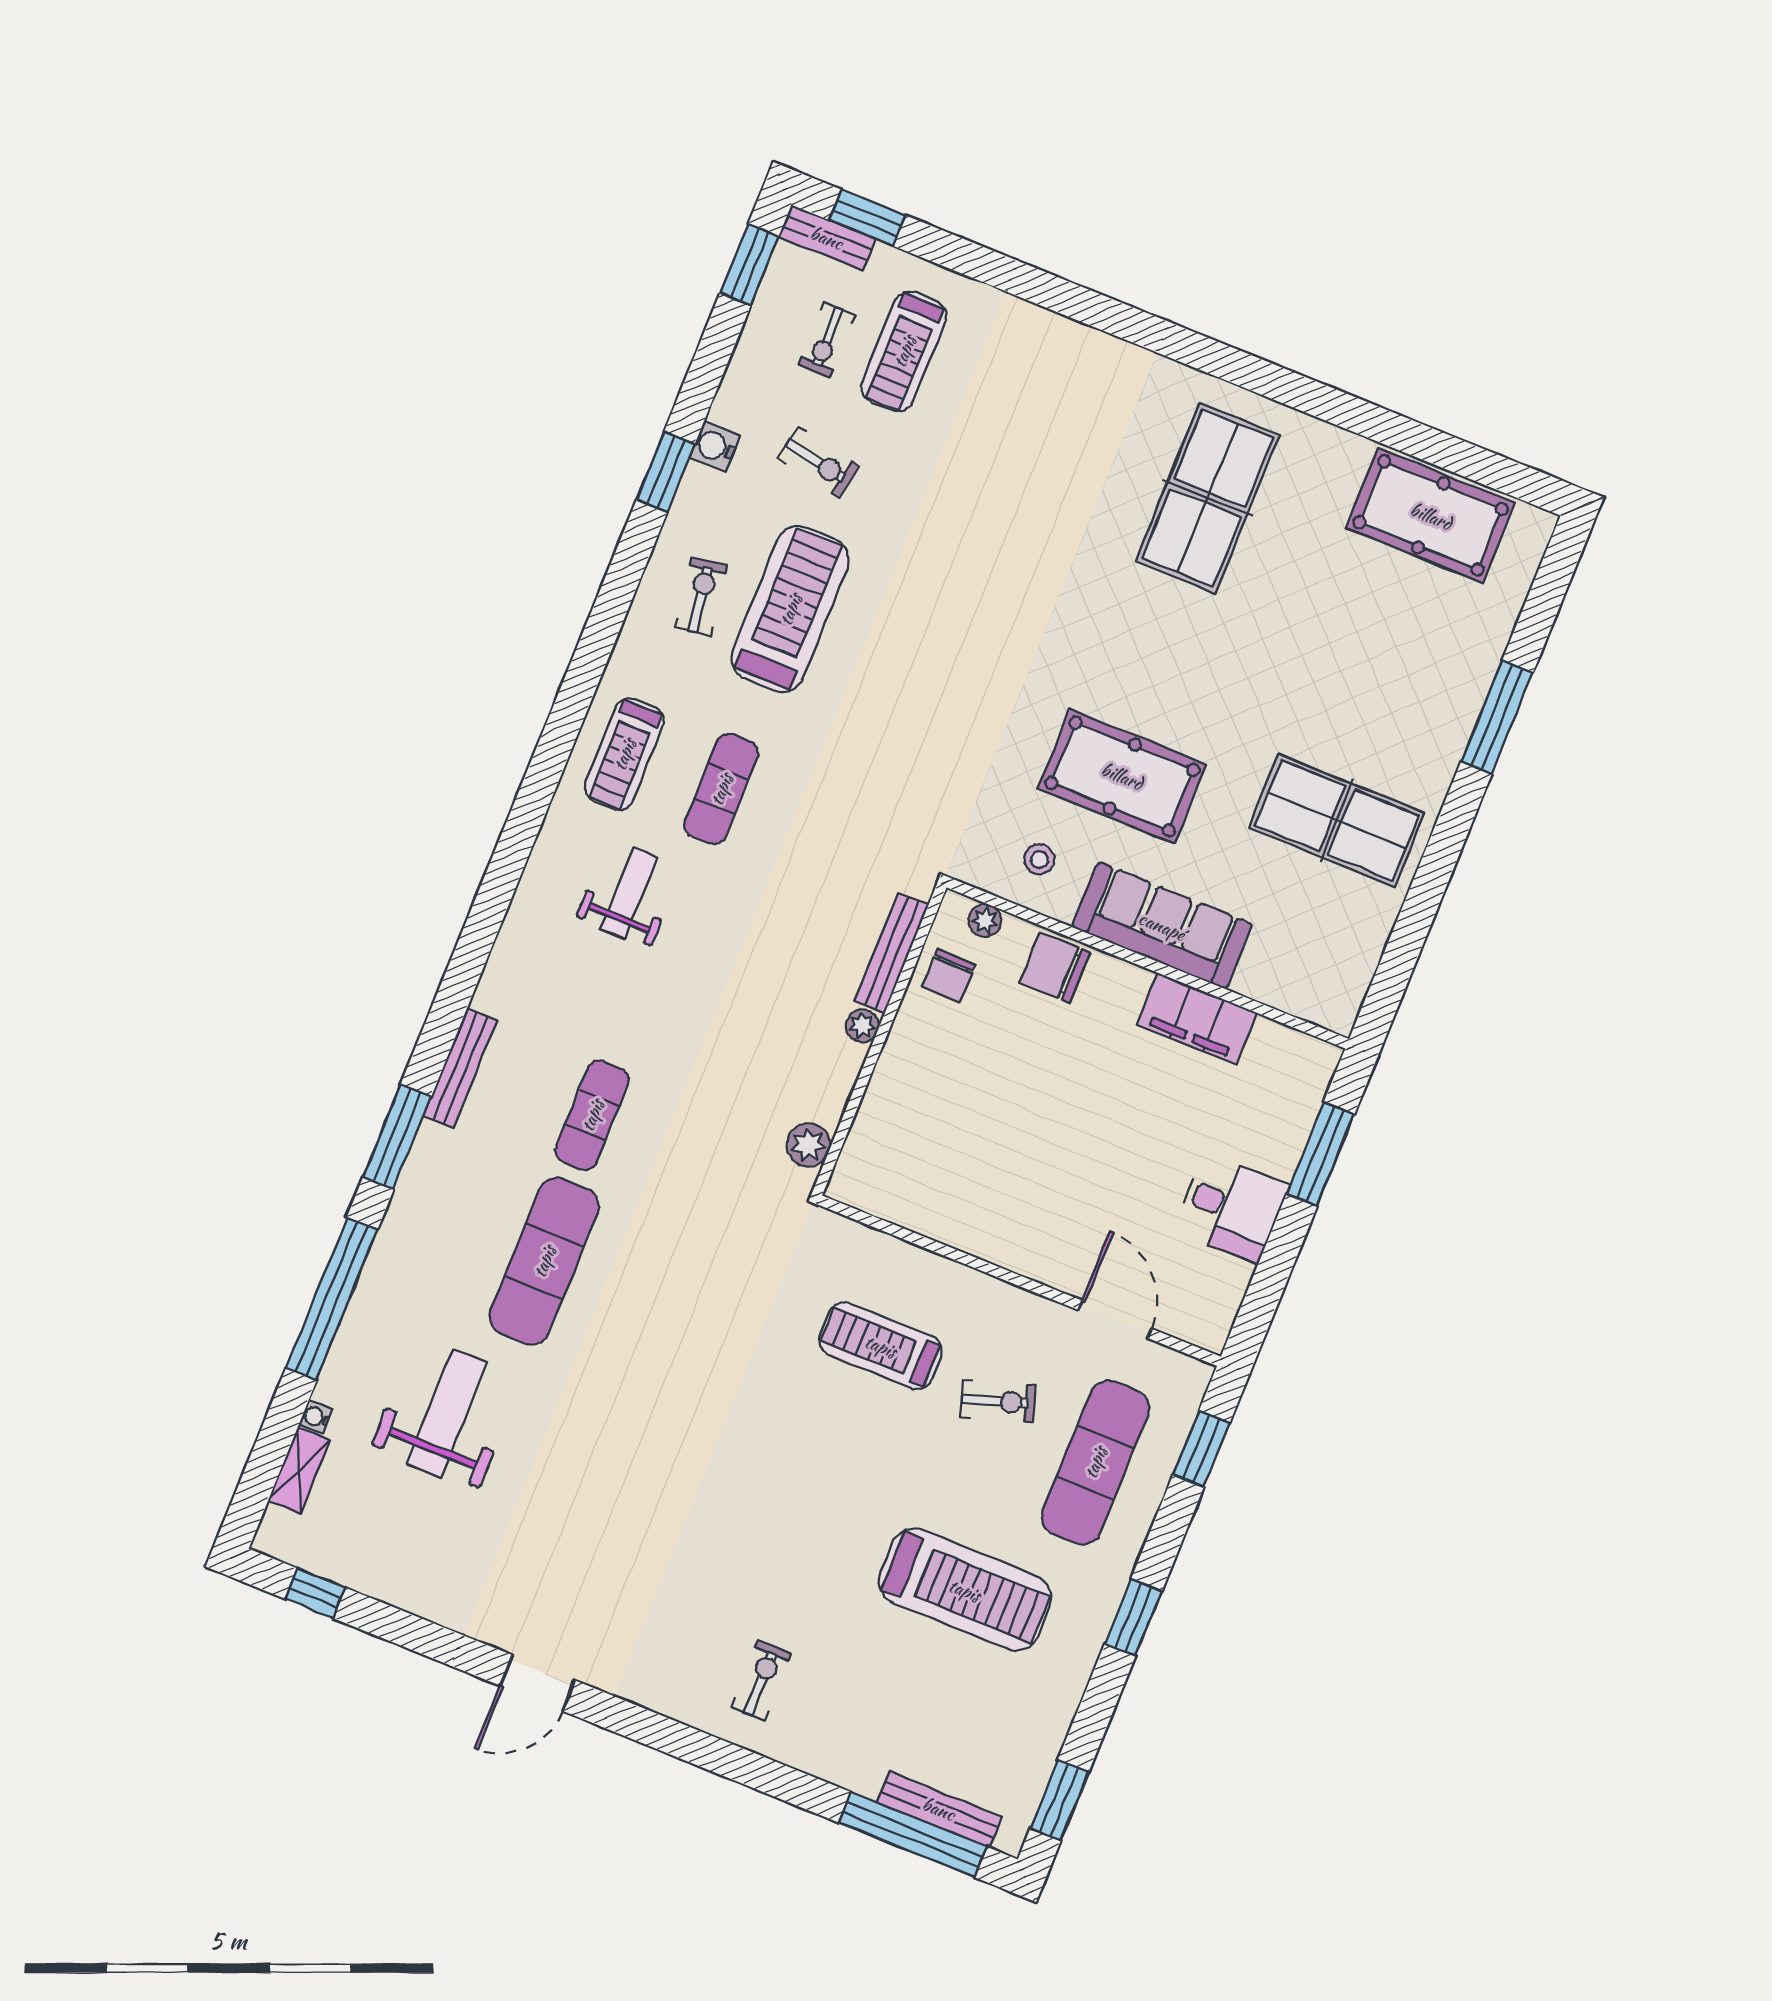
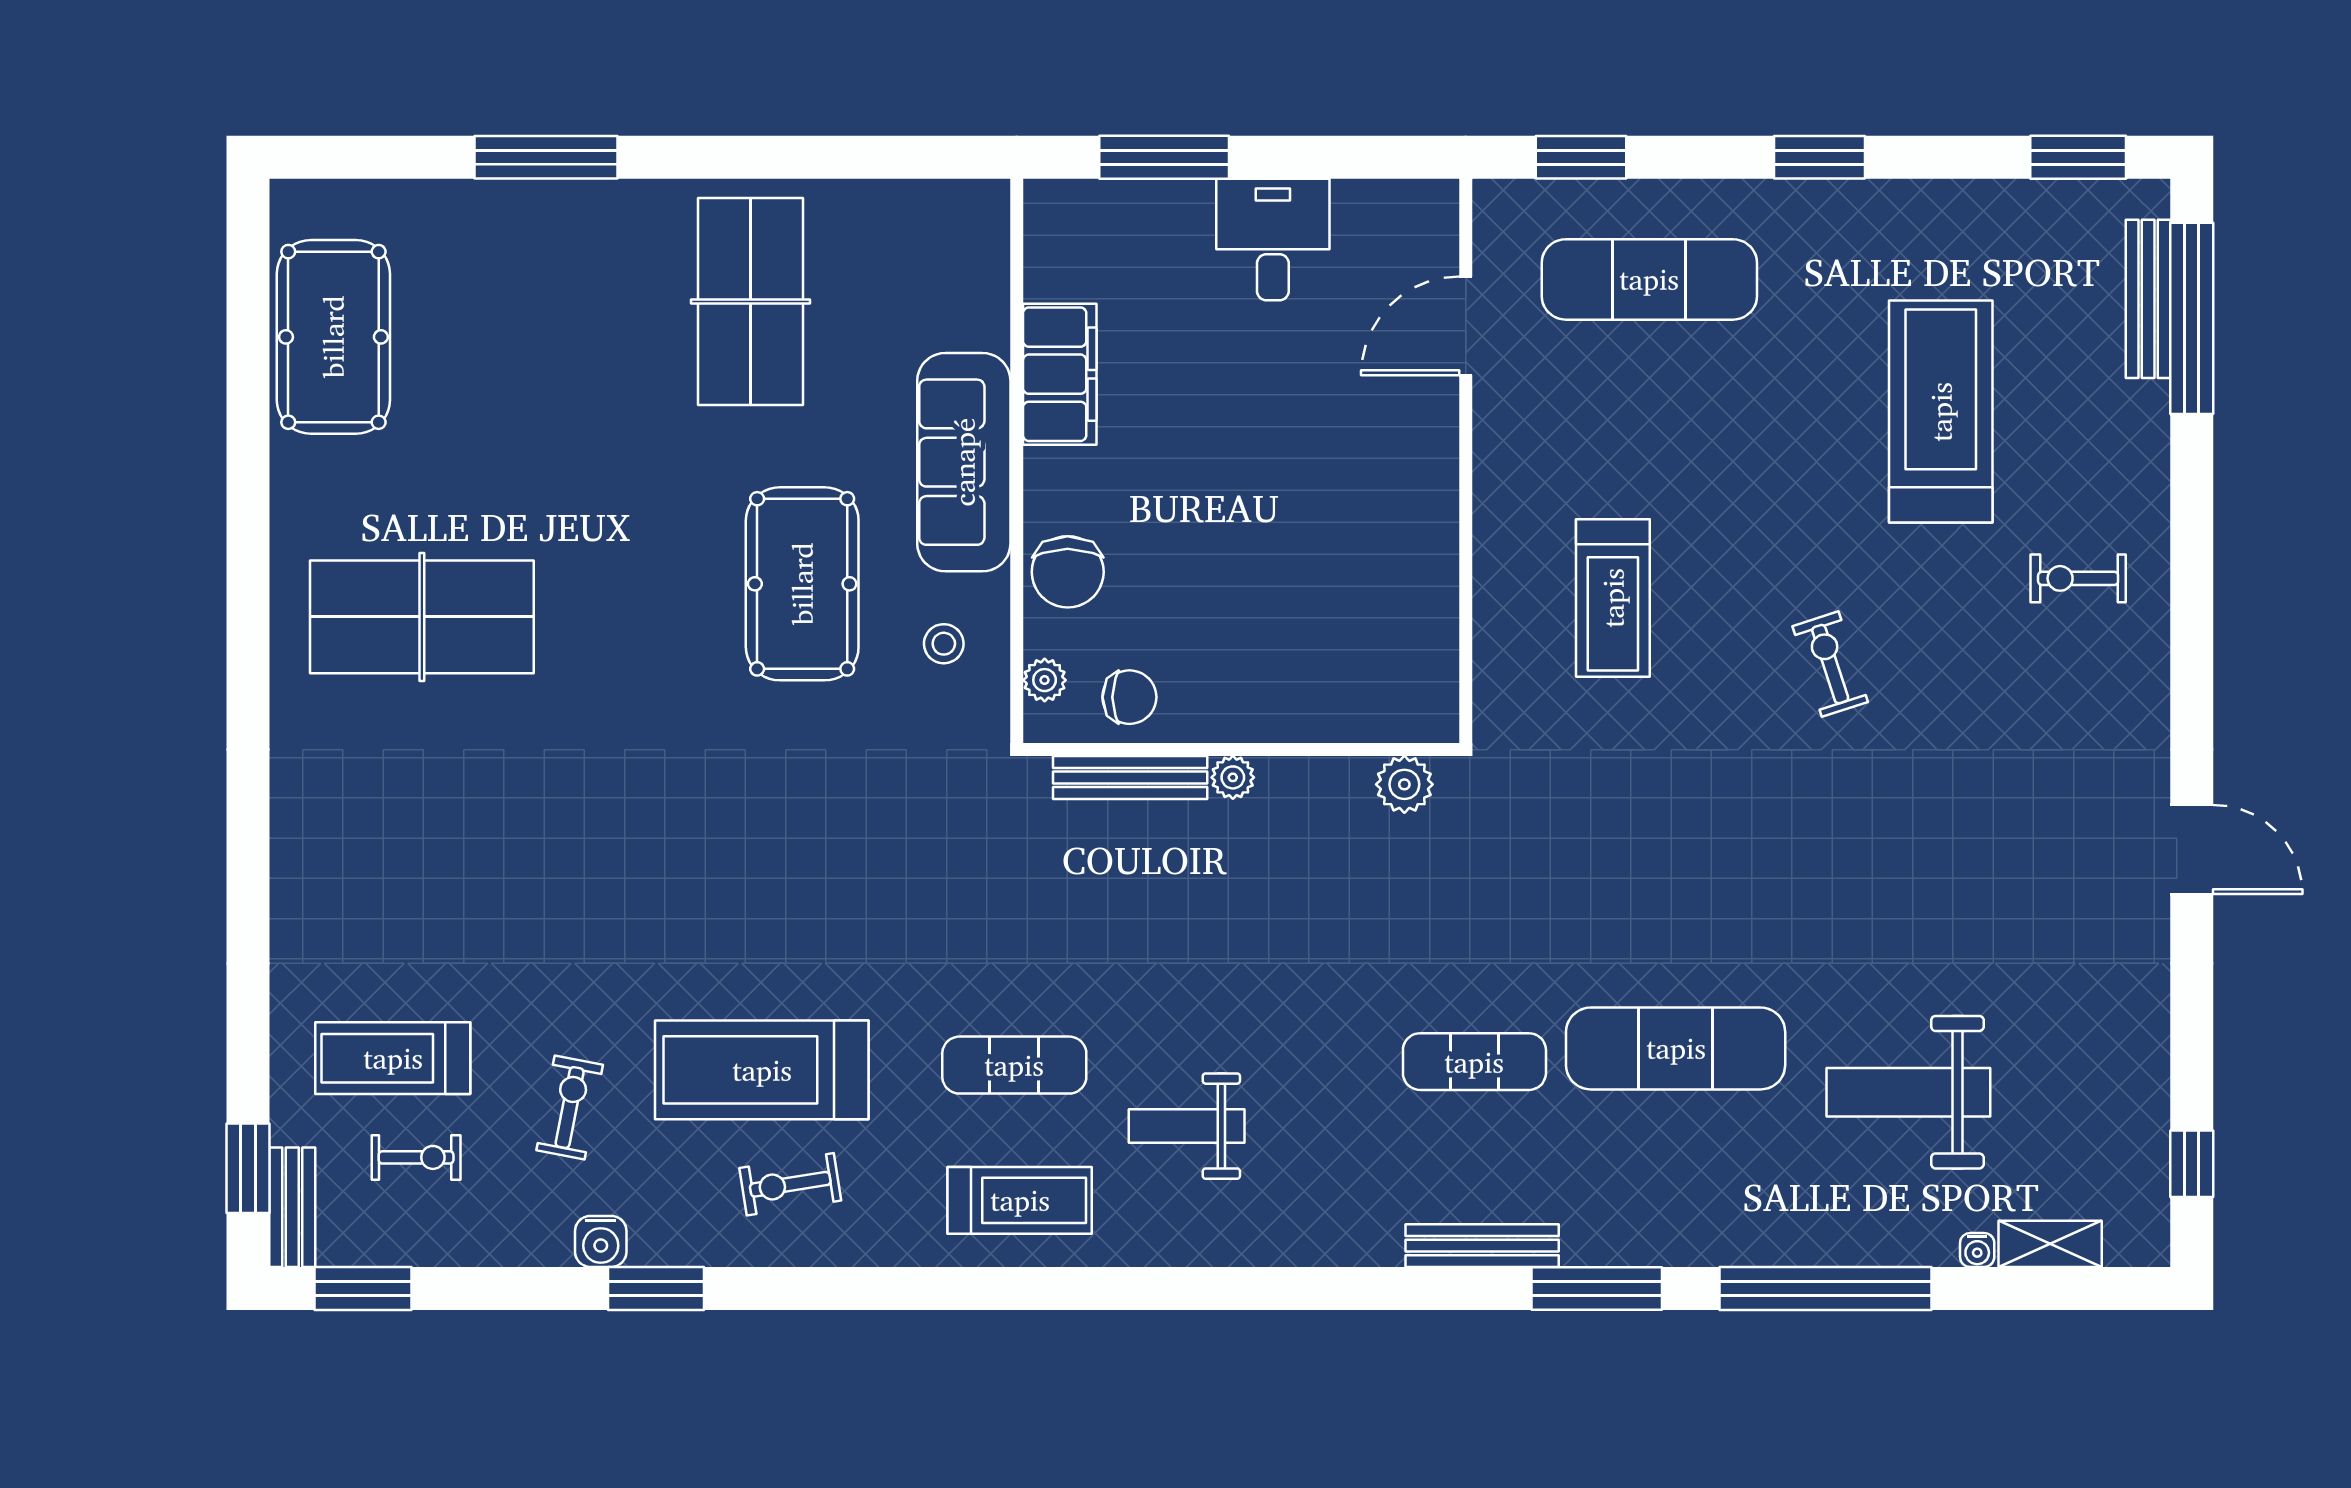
treadmill: (904, 351) -> (393, 1058), turned 180
exercise bike: (998, 1401) -> (1830, 664), moved
treadmill: (965, 1590) -> (1941, 412), moved

